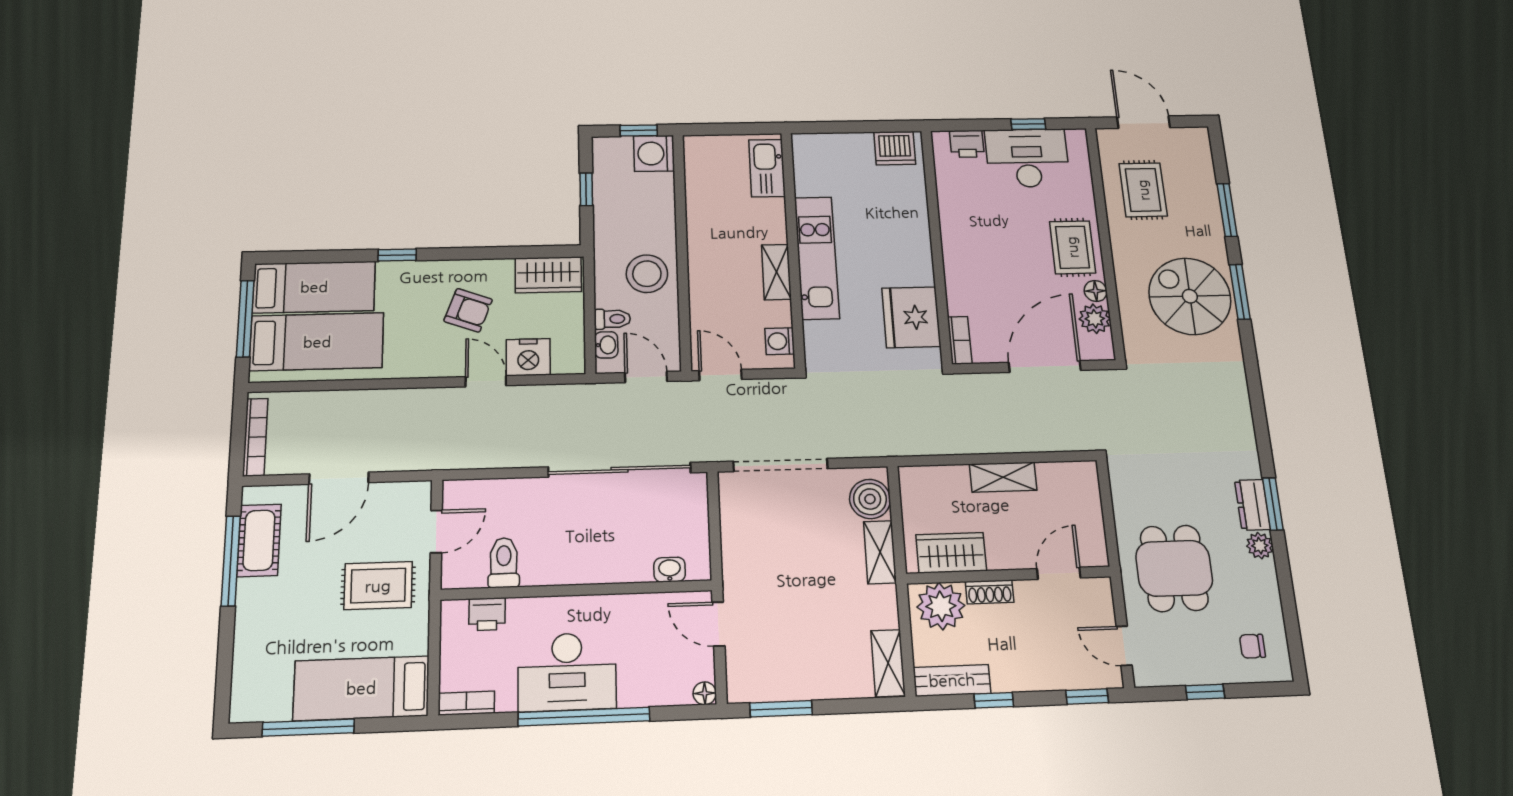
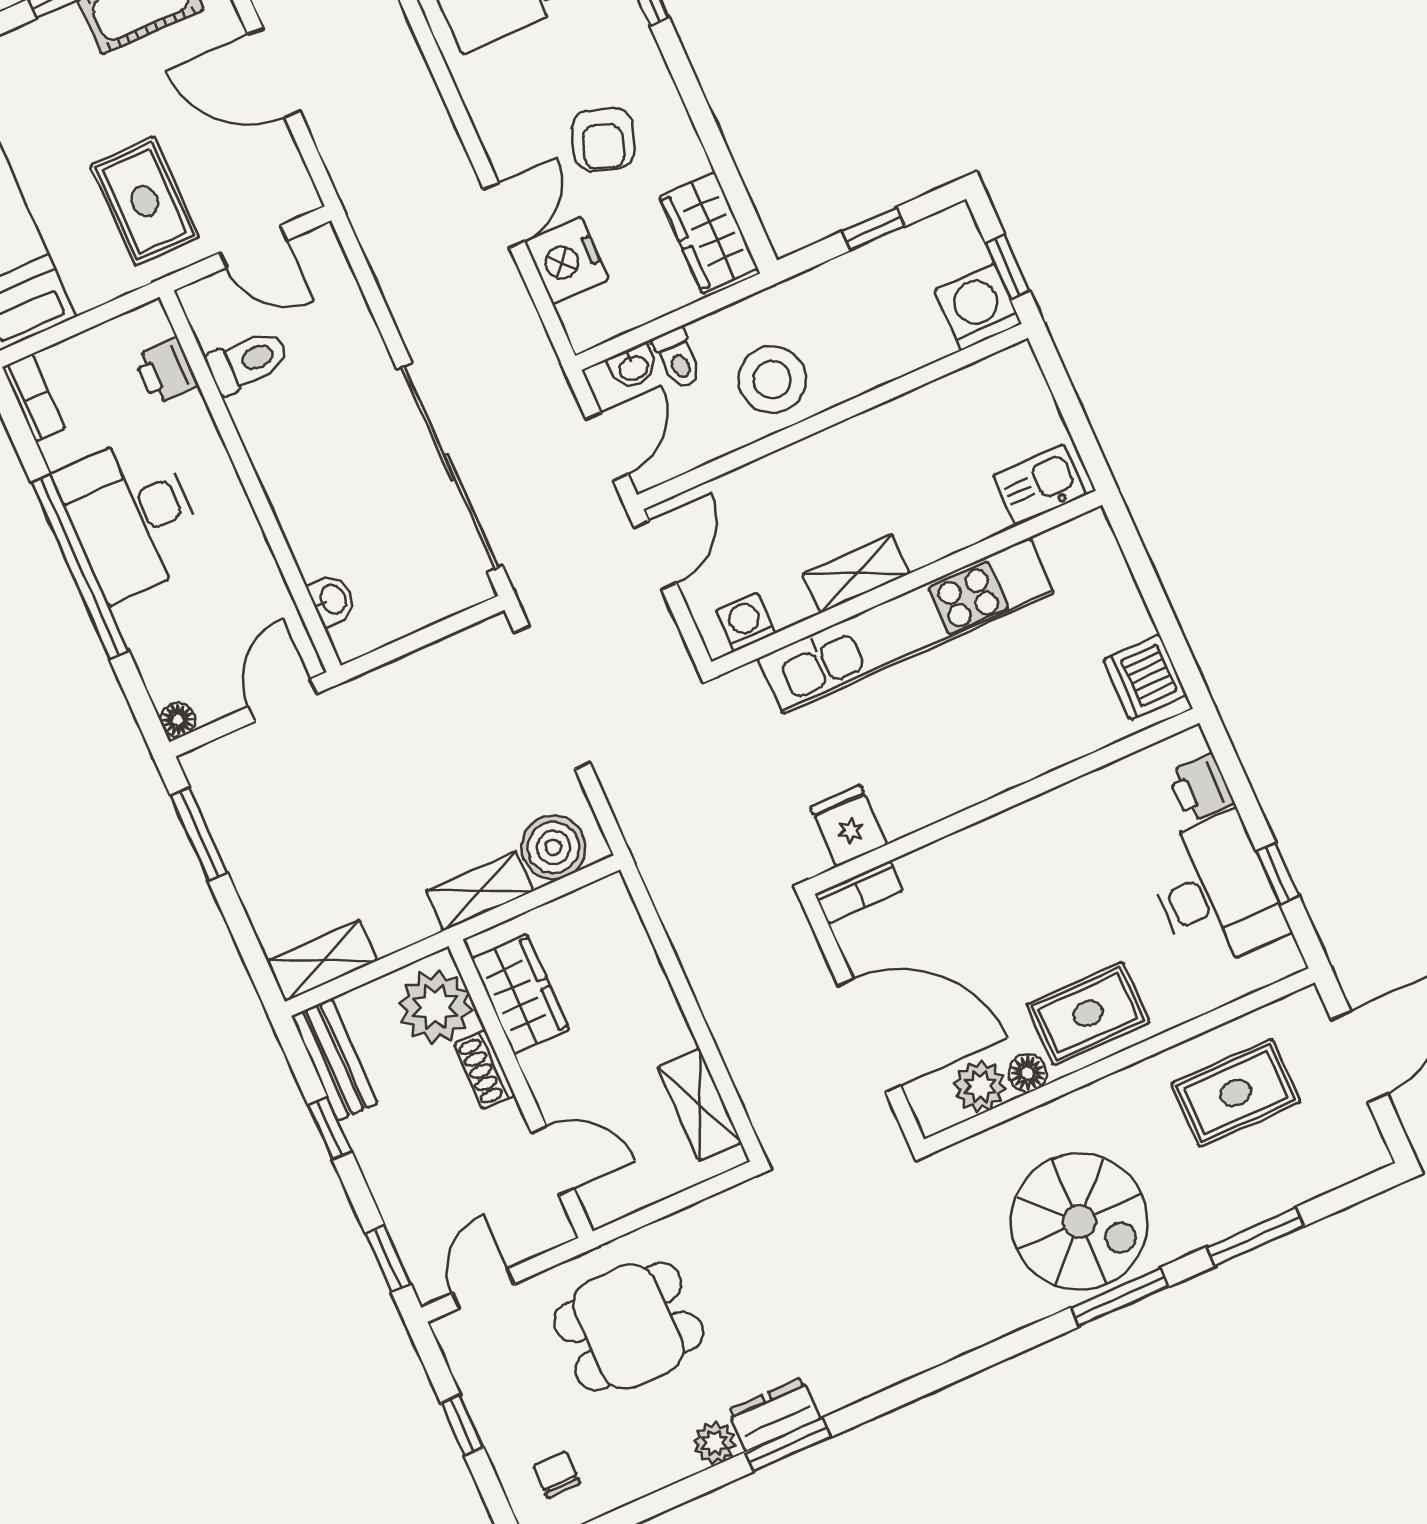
kitchen sink: (767, 168) -> (1040, 485), width x0.73
kitchen unit: (817, 258) -> (906, 626), width x1.36
spiral stairs: (1190, 296) -> (1079, 1222), turned 90
fridge: (911, 317) -> (849, 826), width x0.53, depth x0.75
shelving: (1003, 477) -> (700, 1105), moved

